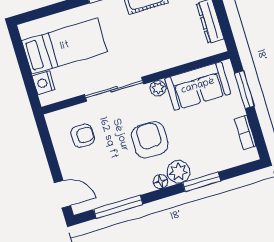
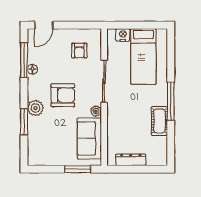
bookcase: (245, 133) -> (48, 161), removed
floor lamp: (160, 182) -> (32, 69), moved

